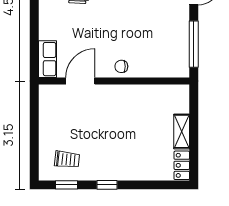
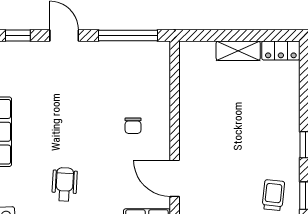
chair: (121, 66) -> (133, 126), moved

